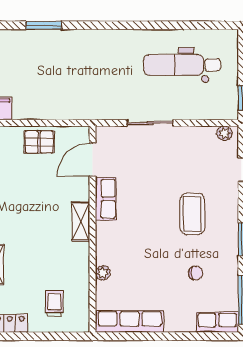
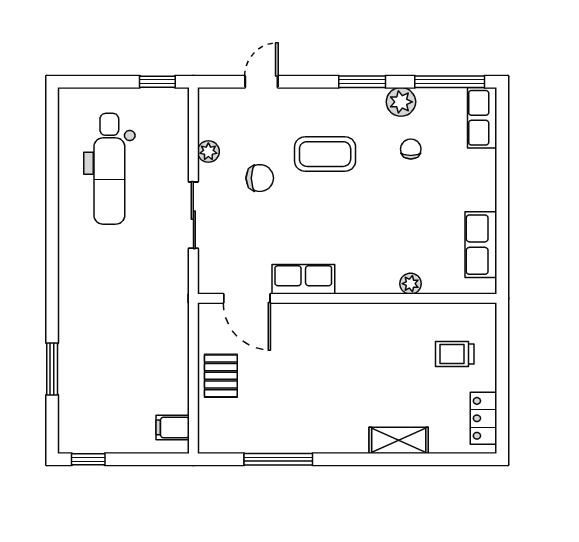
plant: (224, 133) -> (208, 152), moved
chair: (176, 169) -> (260, 178), added
shelving: (81, 222) -> (336, 315), removed
plant: (228, 266) -> (401, 102), added
row of seats: (130, 321) -> (481, 245), width x0.68

